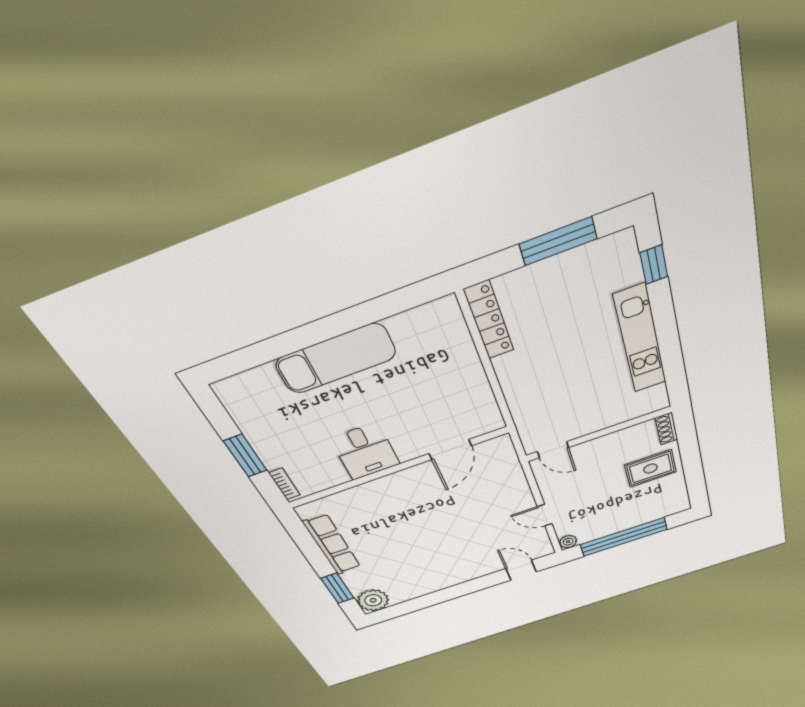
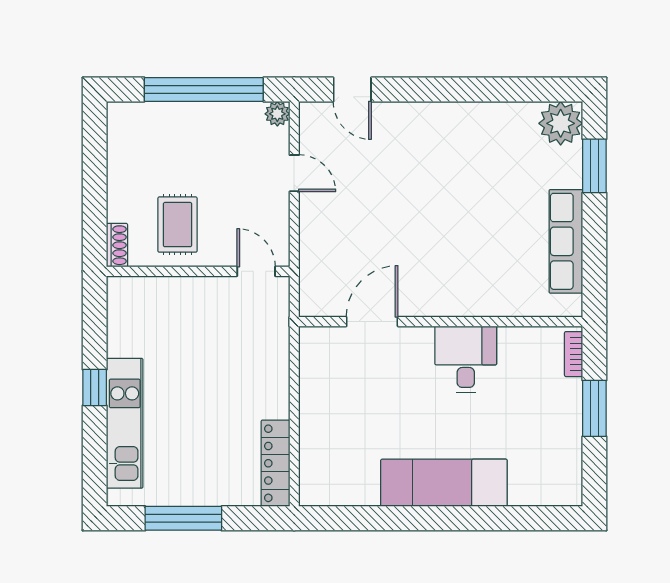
window: (654, 265) -> (95, 388), moved
kitchen unit: (640, 340) -> (125, 423), moved
rug: (650, 469) -> (178, 225), moved, turned 90

